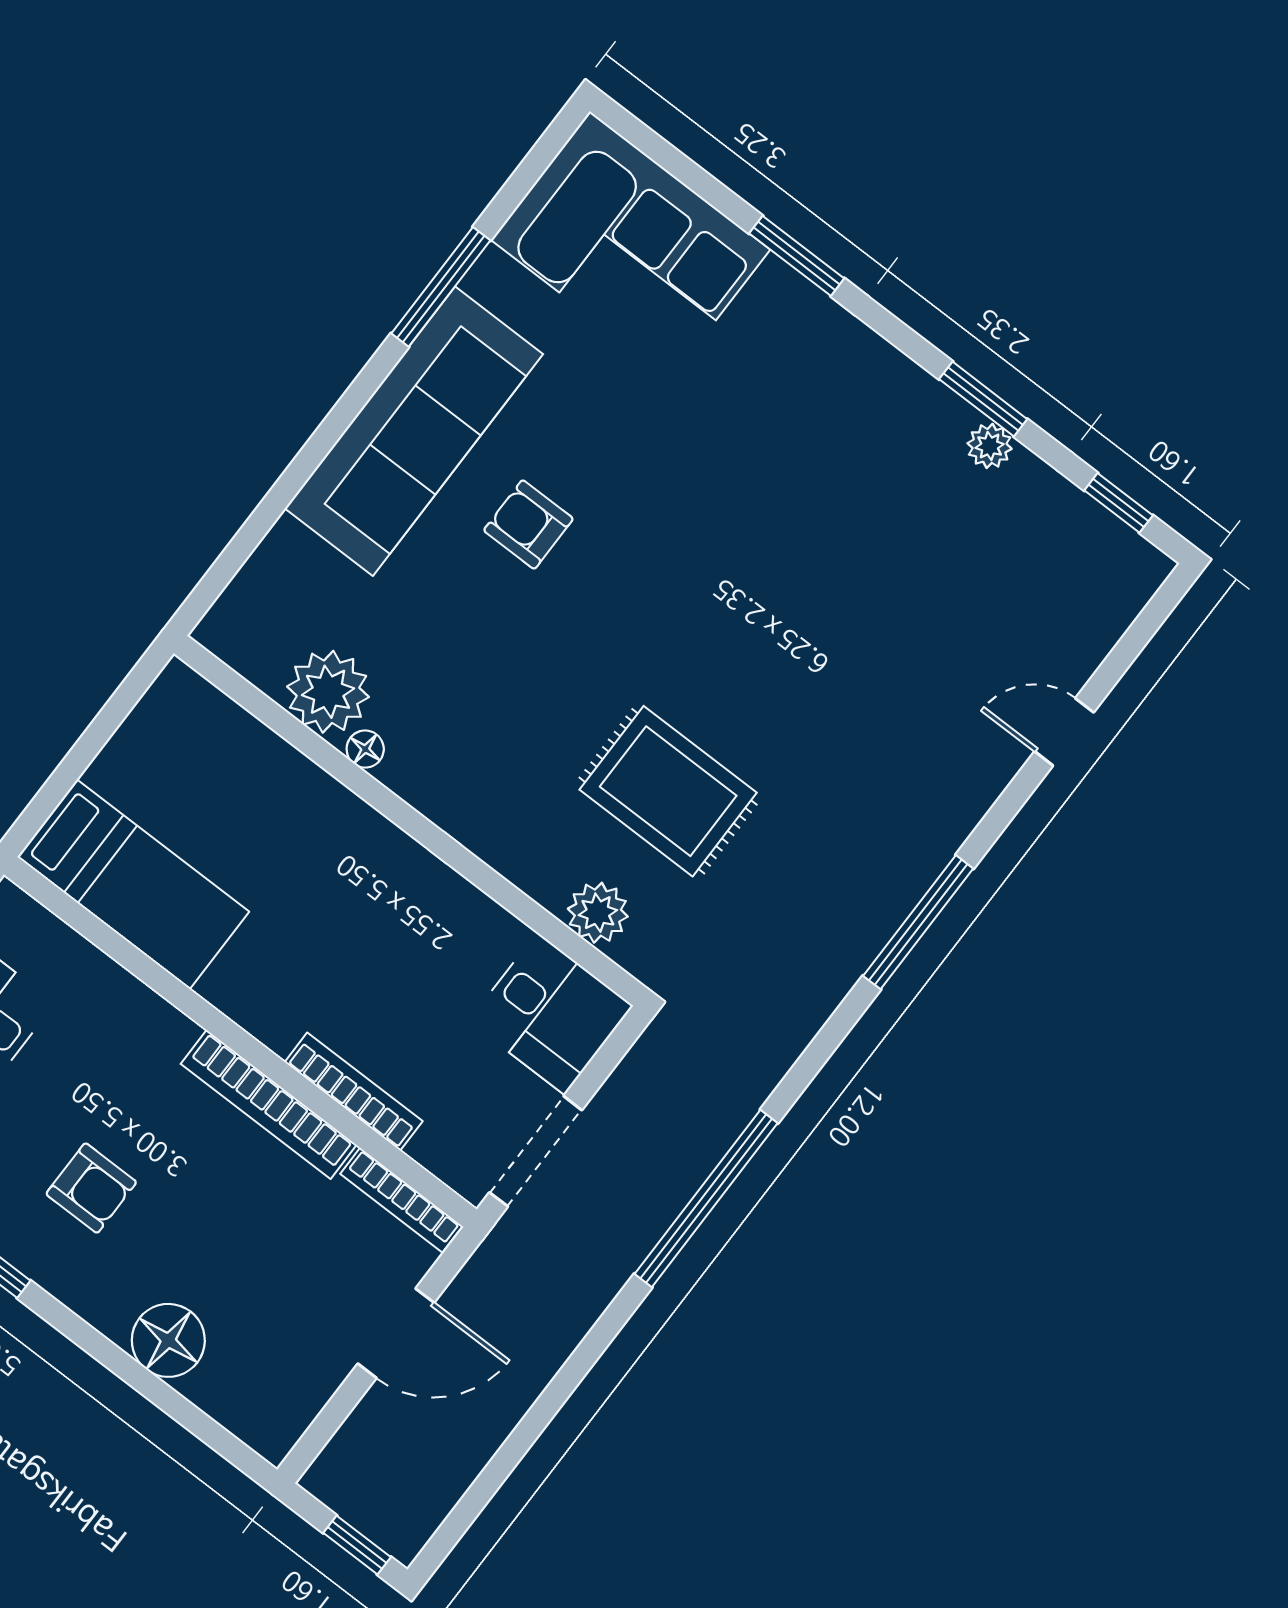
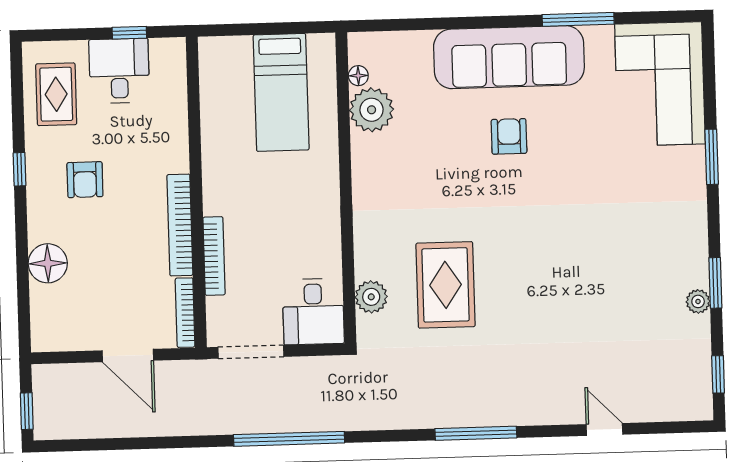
floor lamp: (365, 749) -> (358, 76), moved
bed: (133, 884) -> (281, 92), moved

